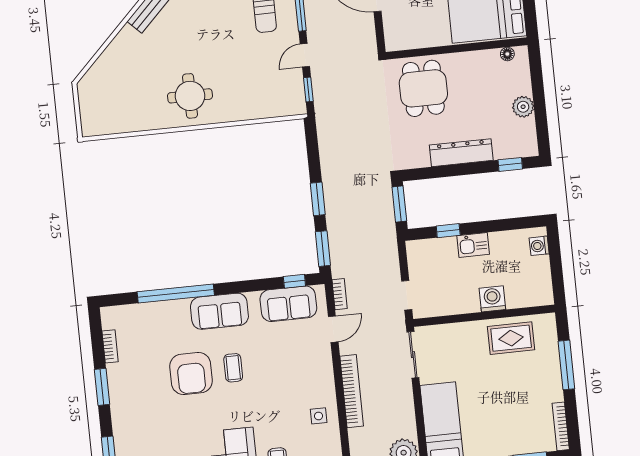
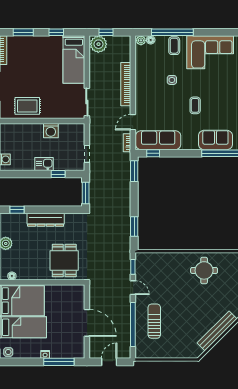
door: (305, 55) -> (133, 288), hinge flipped
window: (318, 199) -> (134, 227), moved
doorway: (407, 295) -> (87, 154), moved
washing machine: (492, 299) -> (51, 131), moved
sofa: (288, 304) -> (158, 140), width x1.36
sofa: (219, 311) -> (215, 140), moved
armchair: (191, 373) -> (221, 105), removed
side table: (319, 416) -> (172, 80), moved

